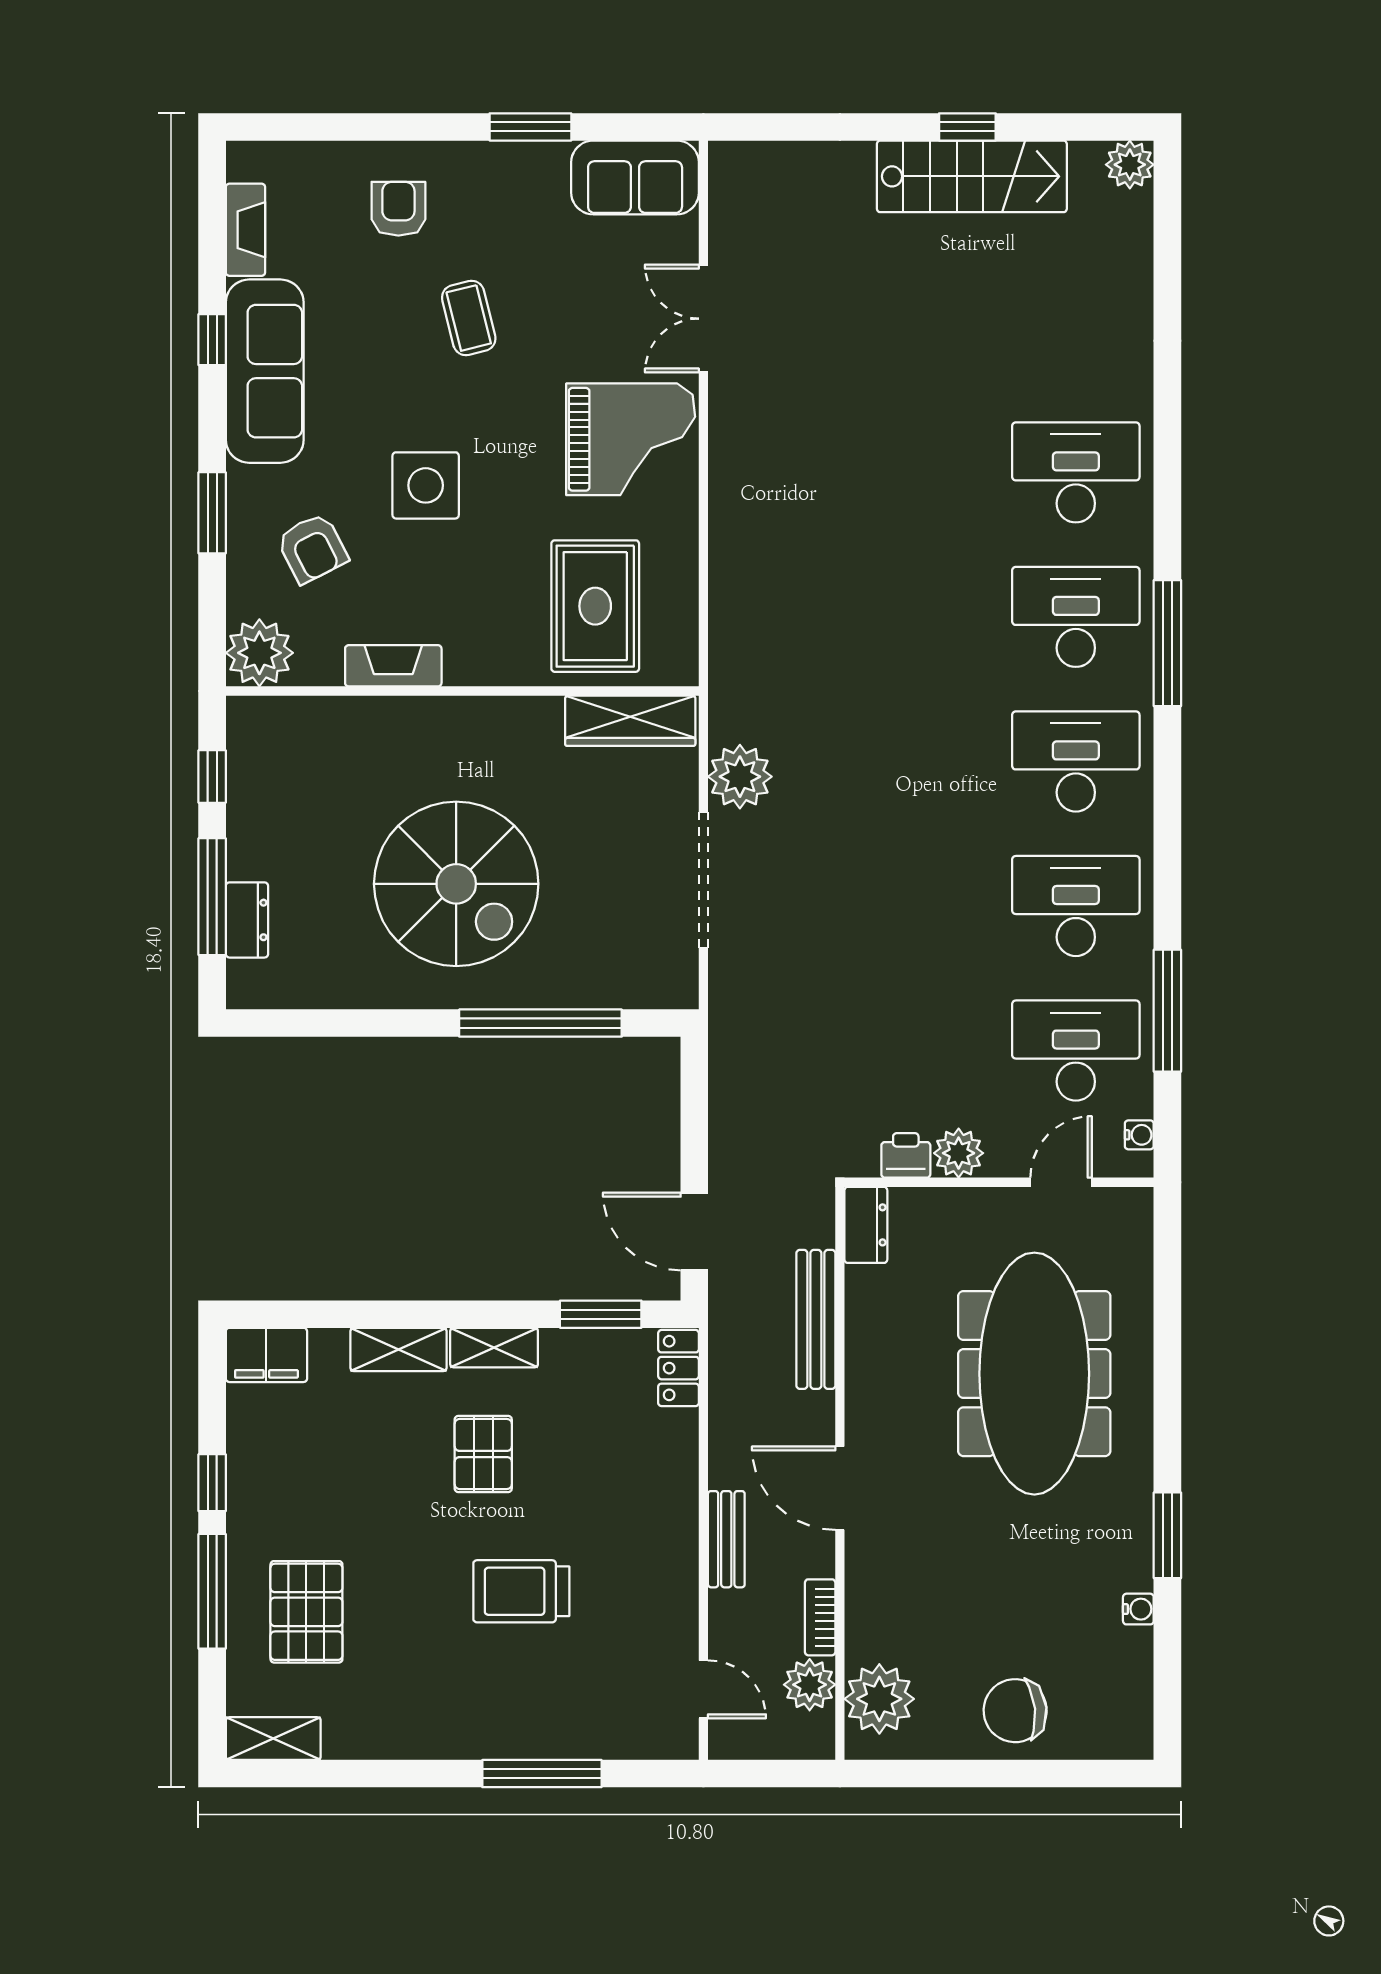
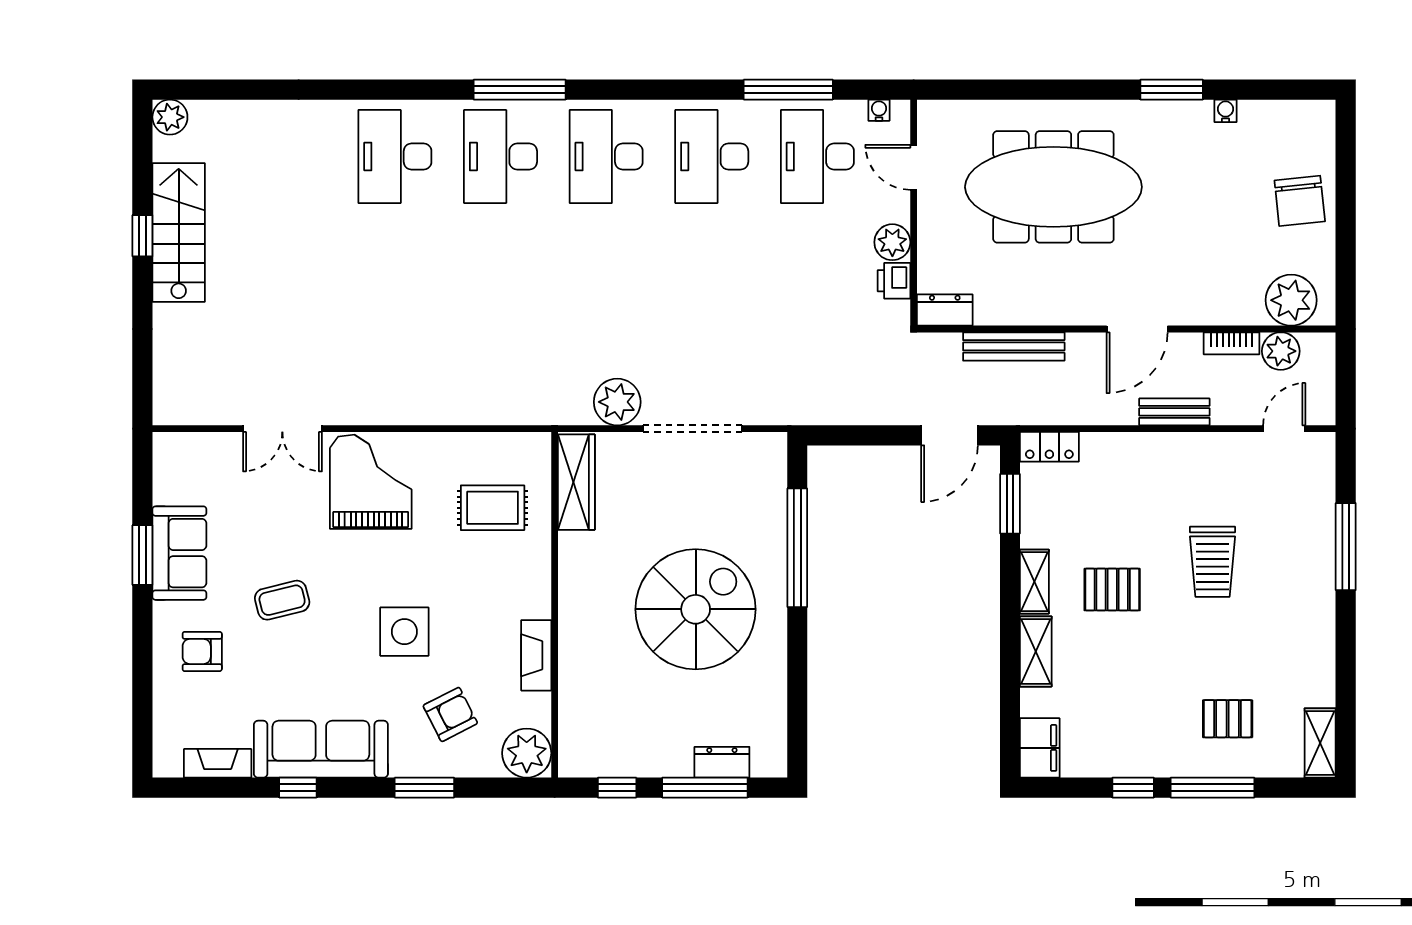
sofa: (635, 177) -> (179, 553), moved
rug: (595, 606) -> (493, 508), width x0.73, depth x0.70
pallet: (306, 1612) -> (1228, 719), width x0.67, depth x0.71

